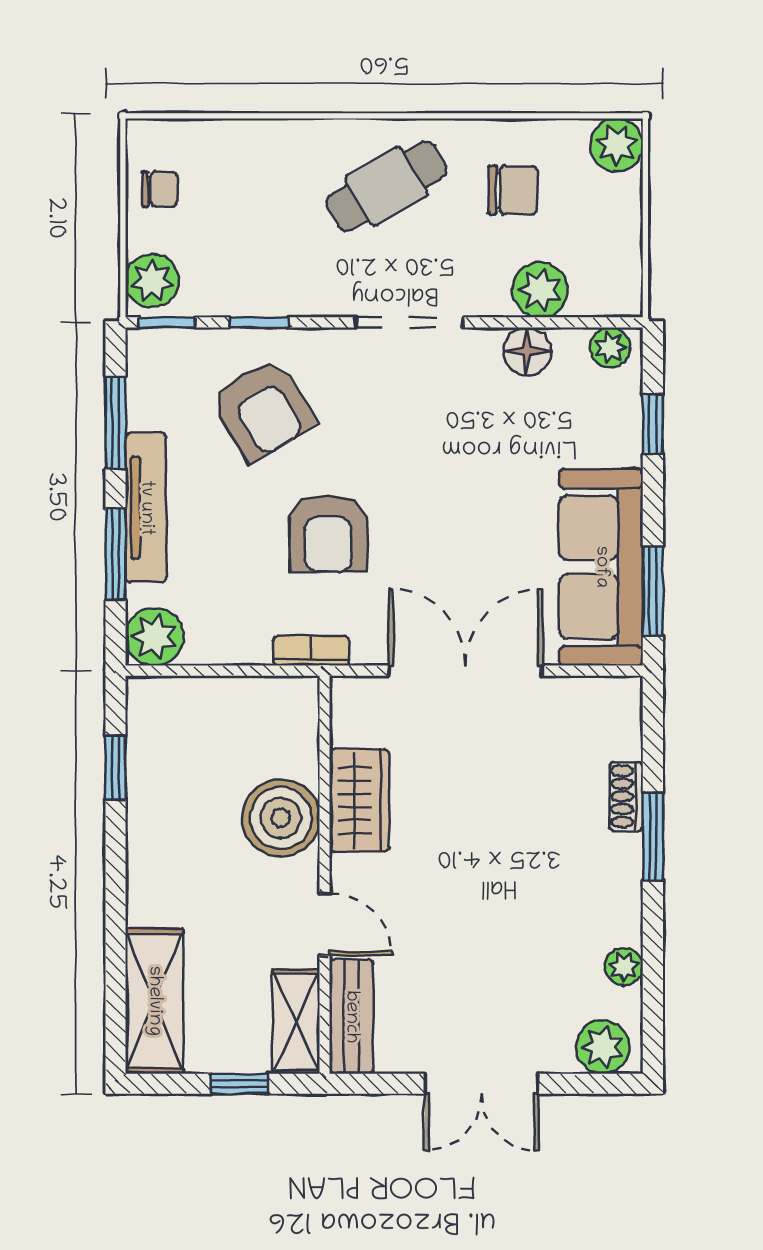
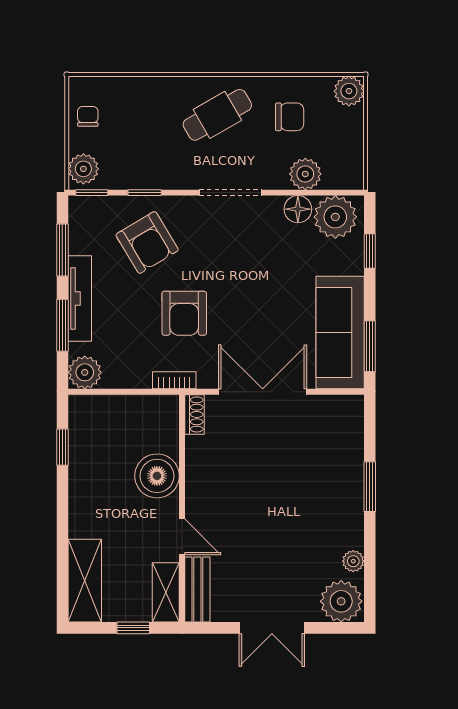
chair: (160, 189) -> (88, 116), turned -90
plant: (610, 347) -> (335, 217), width x1.87, depth x1.87
shoe rack: (626, 796) -> (194, 414), moved, turned 180
wardrobe: (359, 800) -> (202, 466), removed
plant: (603, 1047) -> (341, 601), width x1.36, depth x1.36

